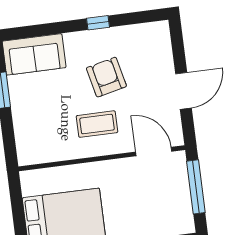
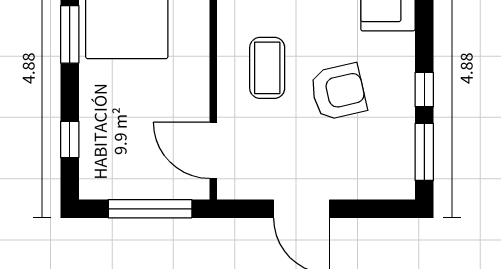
window: (138, 18) -> (424, 152), added
door: (154, 152) -> (213, 150), swing flipped

